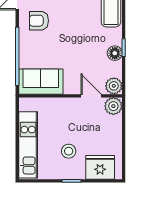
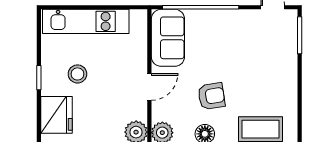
armchair: (39, 21) -> (211, 96), moved, turned 81
door: (91, 96) -> (149, 87), moved

